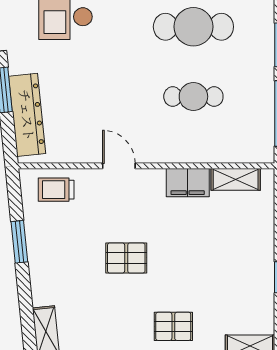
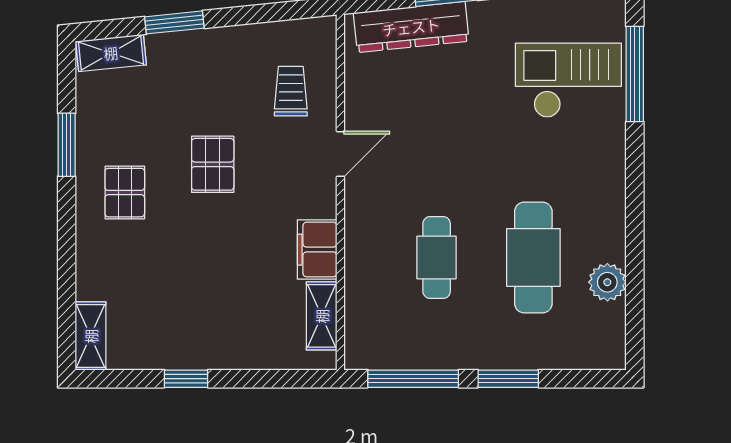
trolley: (56, 190) -> (291, 91), moved
window: (19, 242) -> (174, 22), moved
pallet: (173, 326) -> (125, 193), moved

